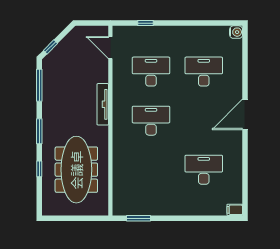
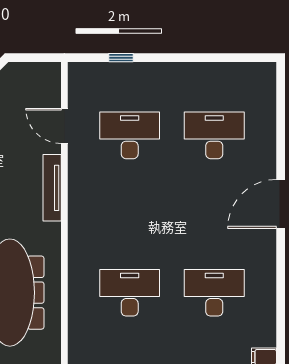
water cooler: (236, 32) -> (266, 72), removed
door: (110, 48) -> (64, 126), moved
desk: (151, 121) -> (130, 293), moved

